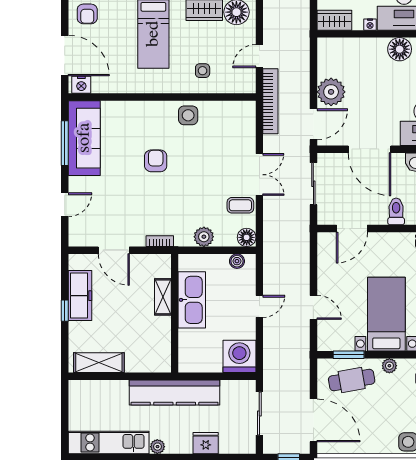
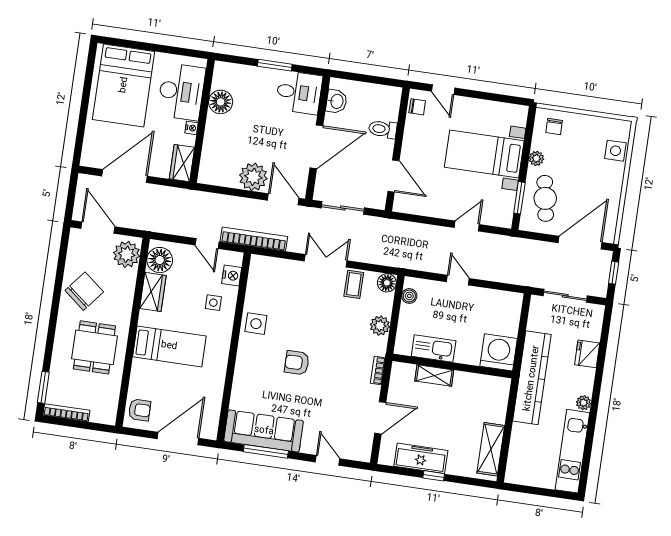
nightstand: (81, 85) -> (232, 276), moved
kitchen sink: (192, 300) -> (434, 348), width x0.73, depth x0.81
washing machine: (239, 356) -> (499, 352), moved, turned 90

